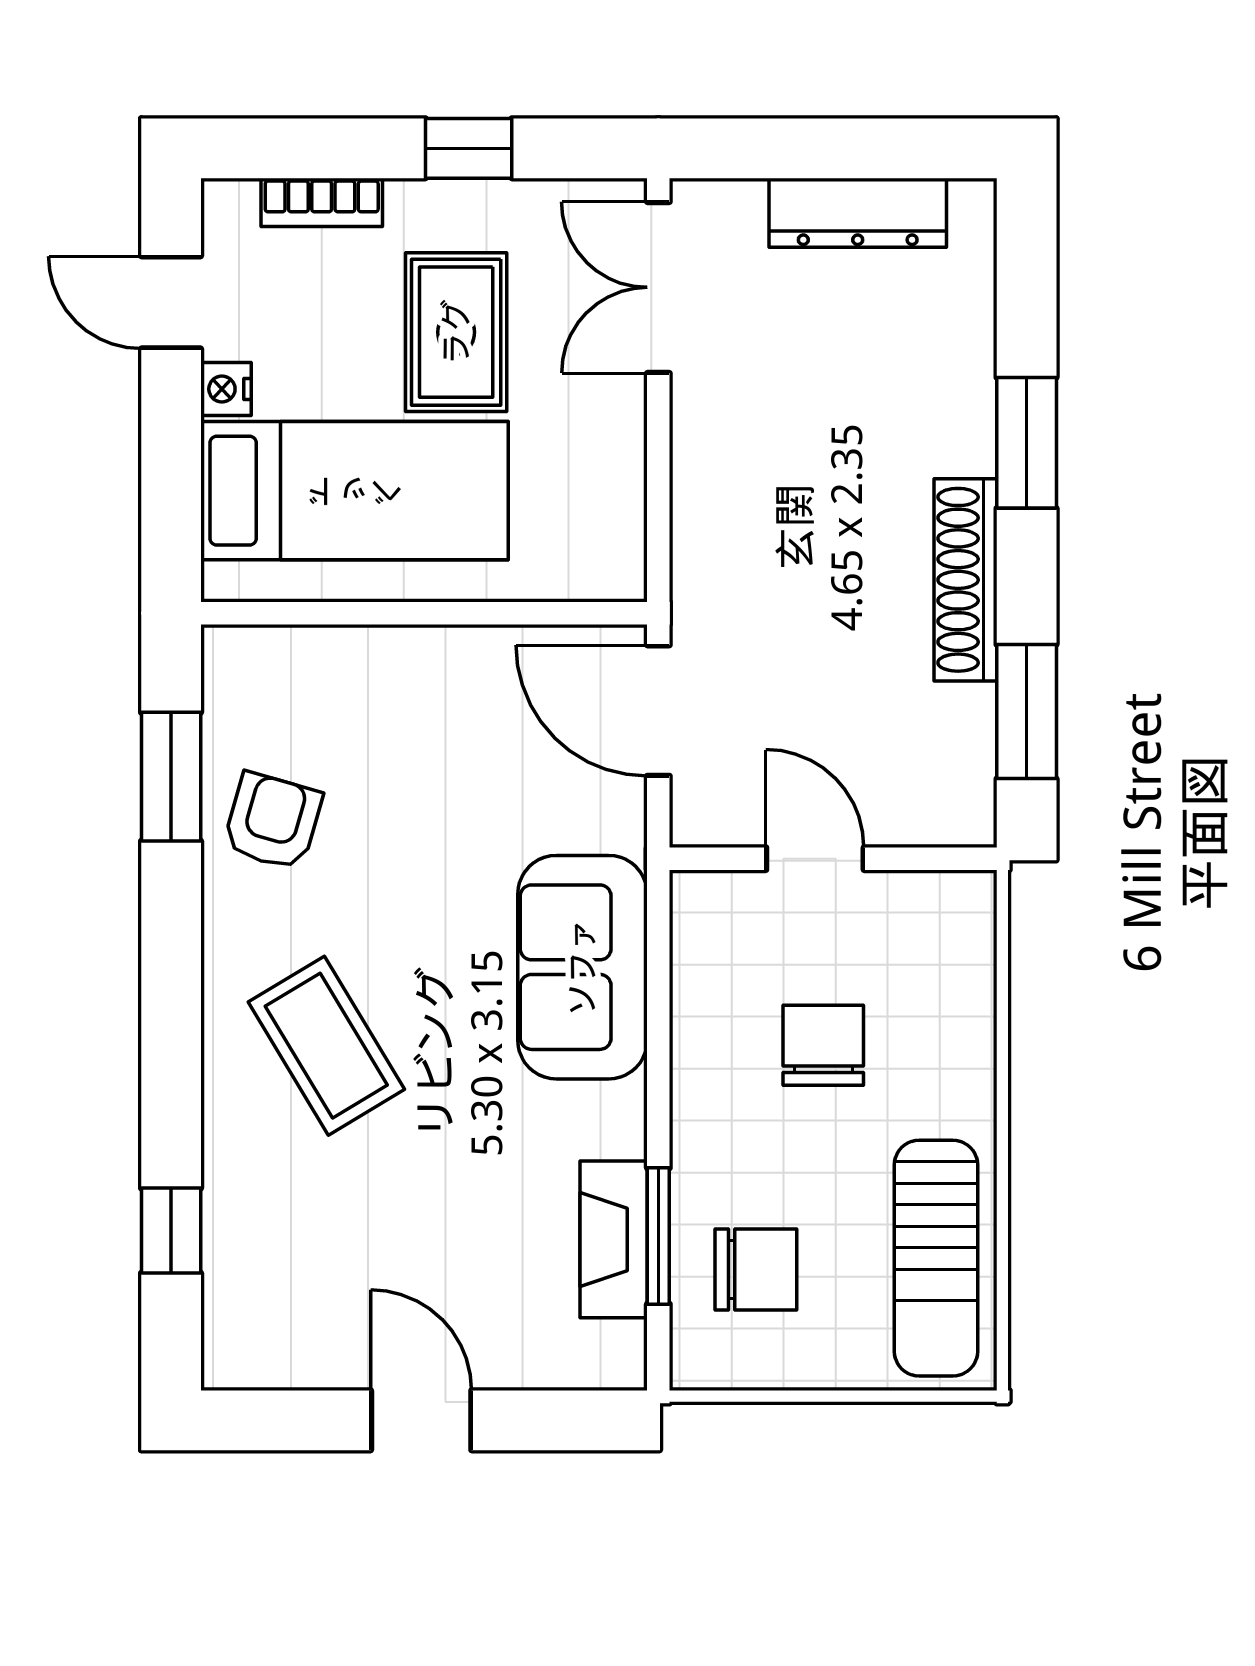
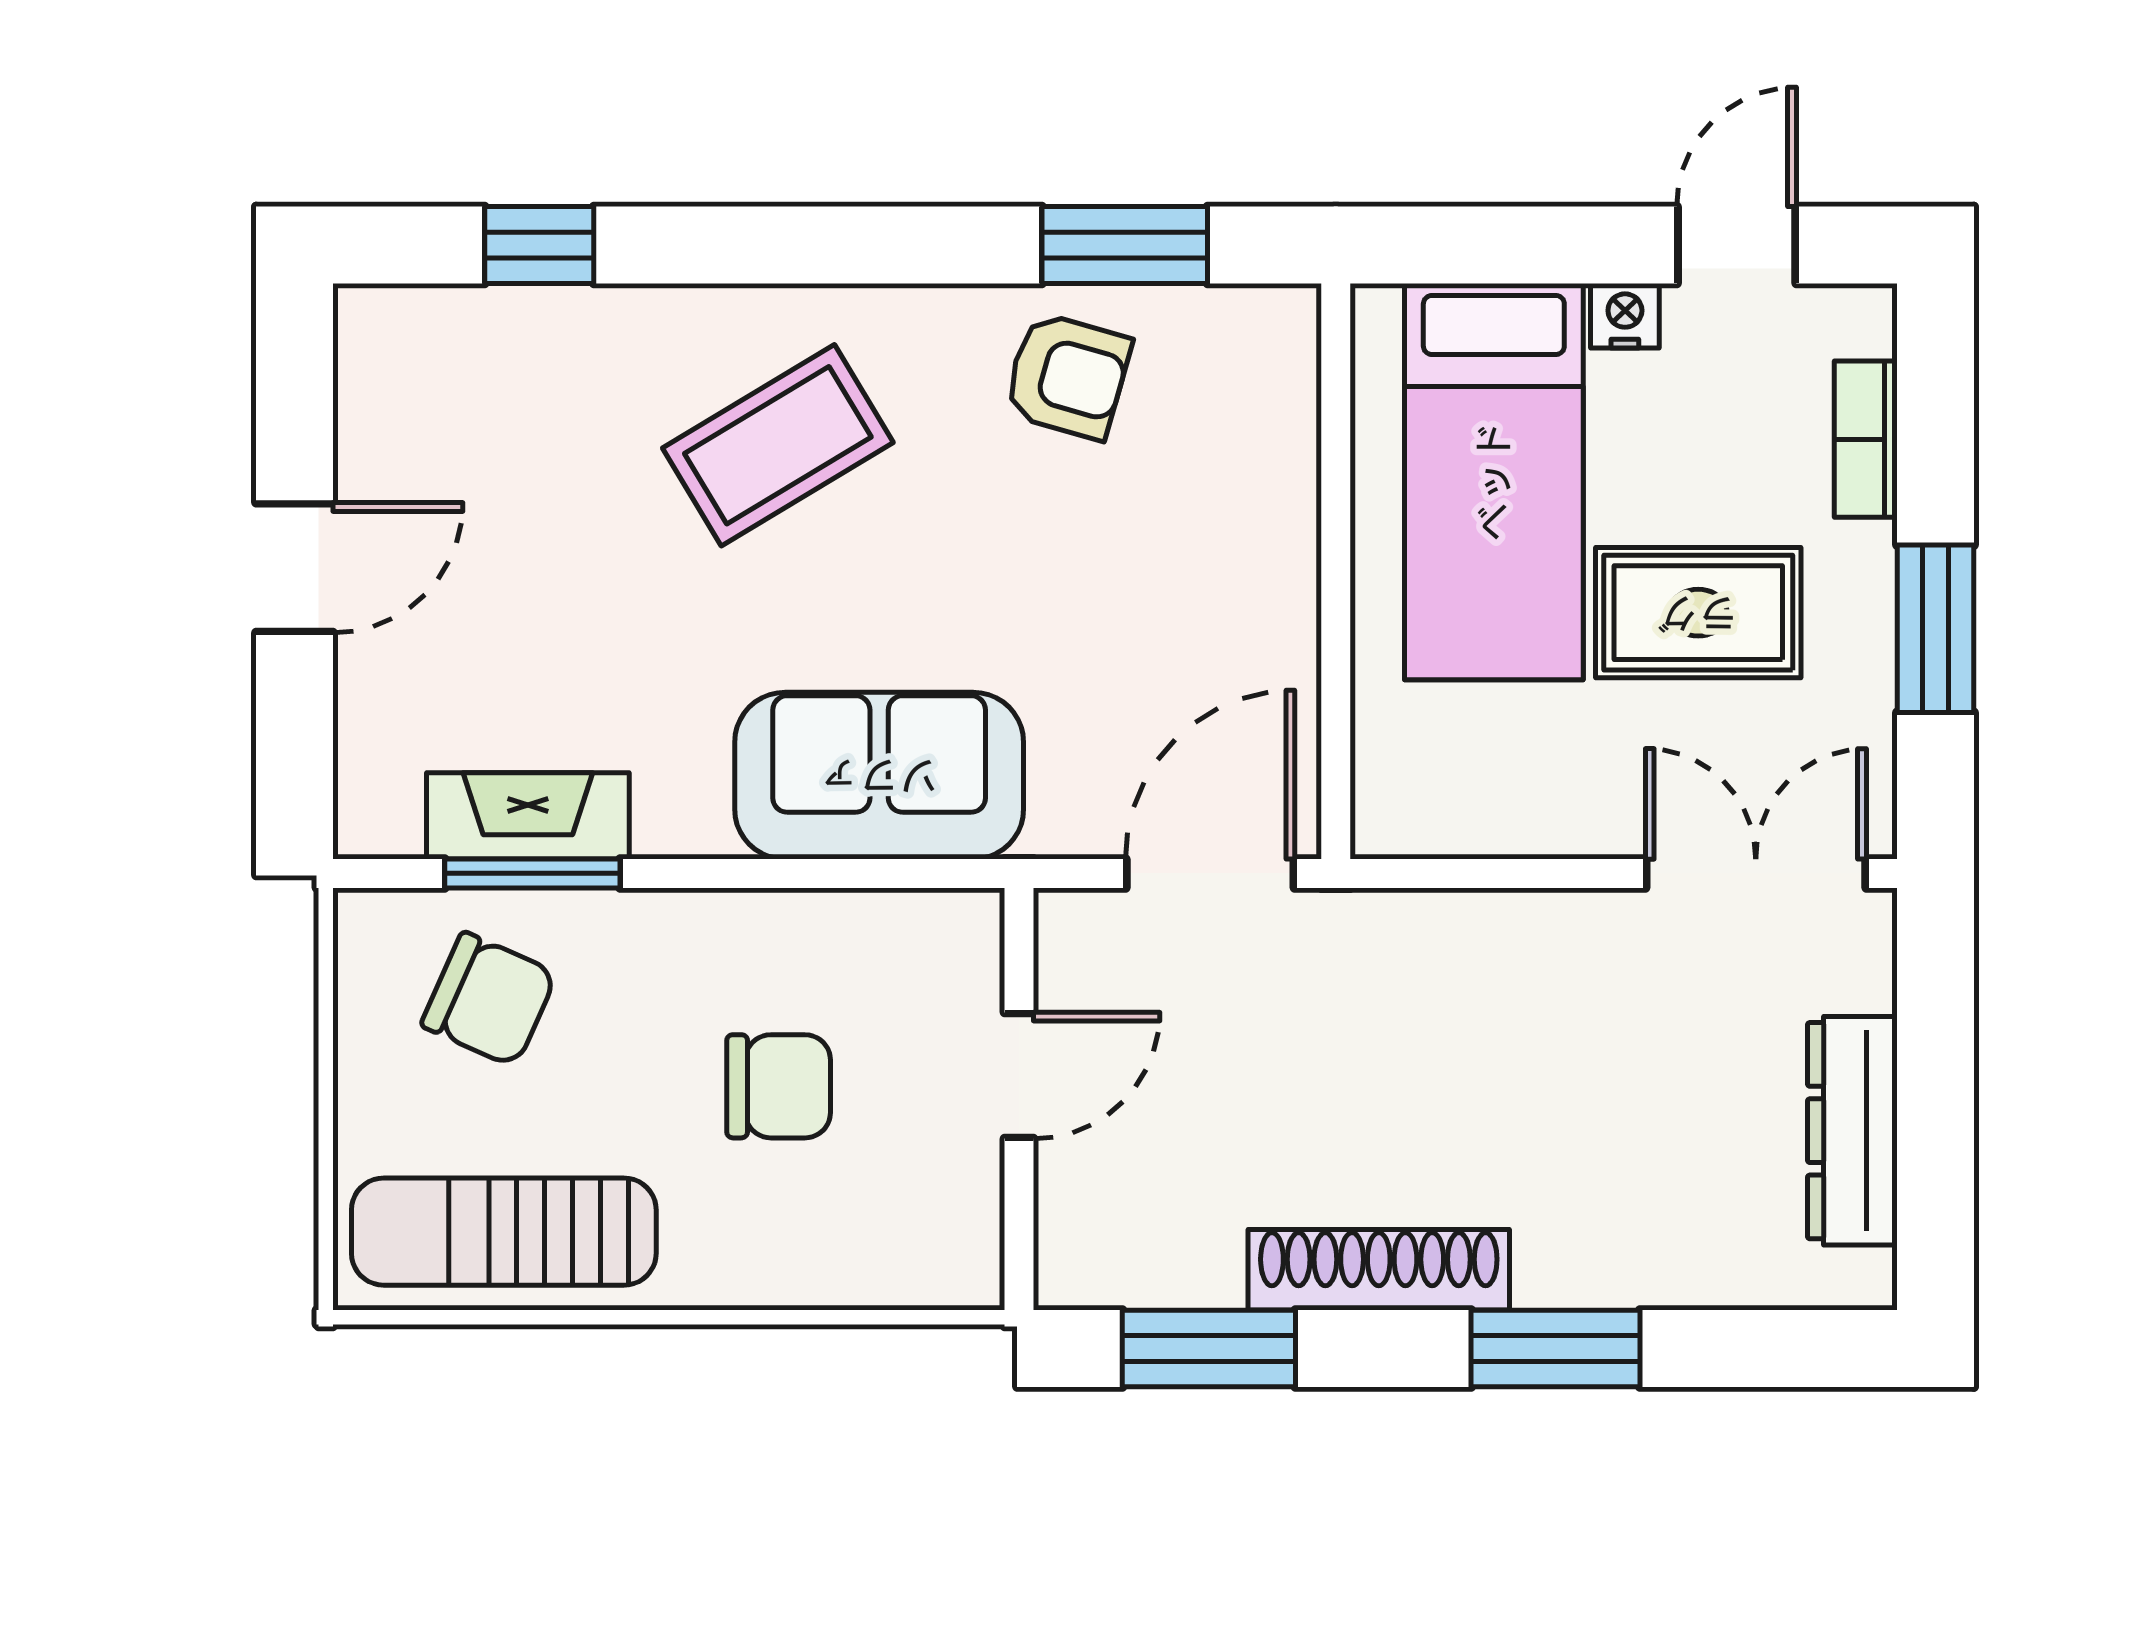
window: (469, 148) -> (1935, 629), width x1.50
chair: (756, 1270) -> (489, 999), turned -66

